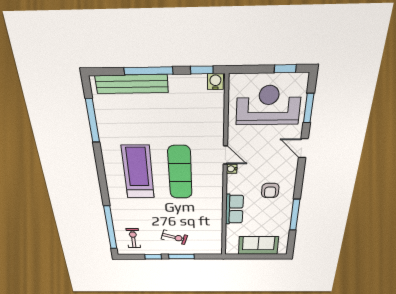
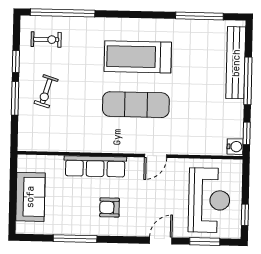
water cooler: (232, 169) -> (139, 163), removed
treadmill: (138, 172) -> (138, 57), turned 180
row of seats: (234, 209) -> (95, 166), width x1.48

